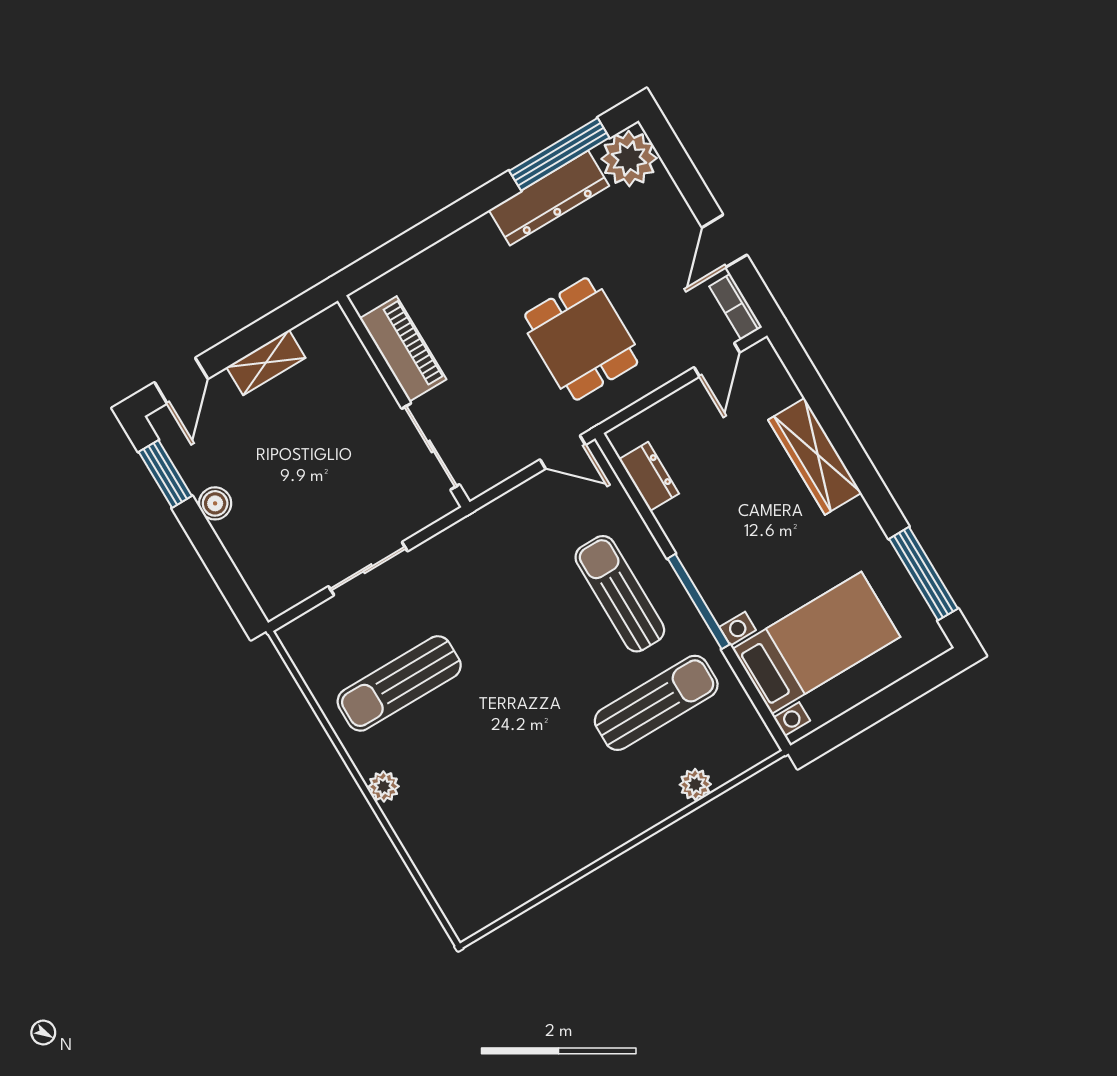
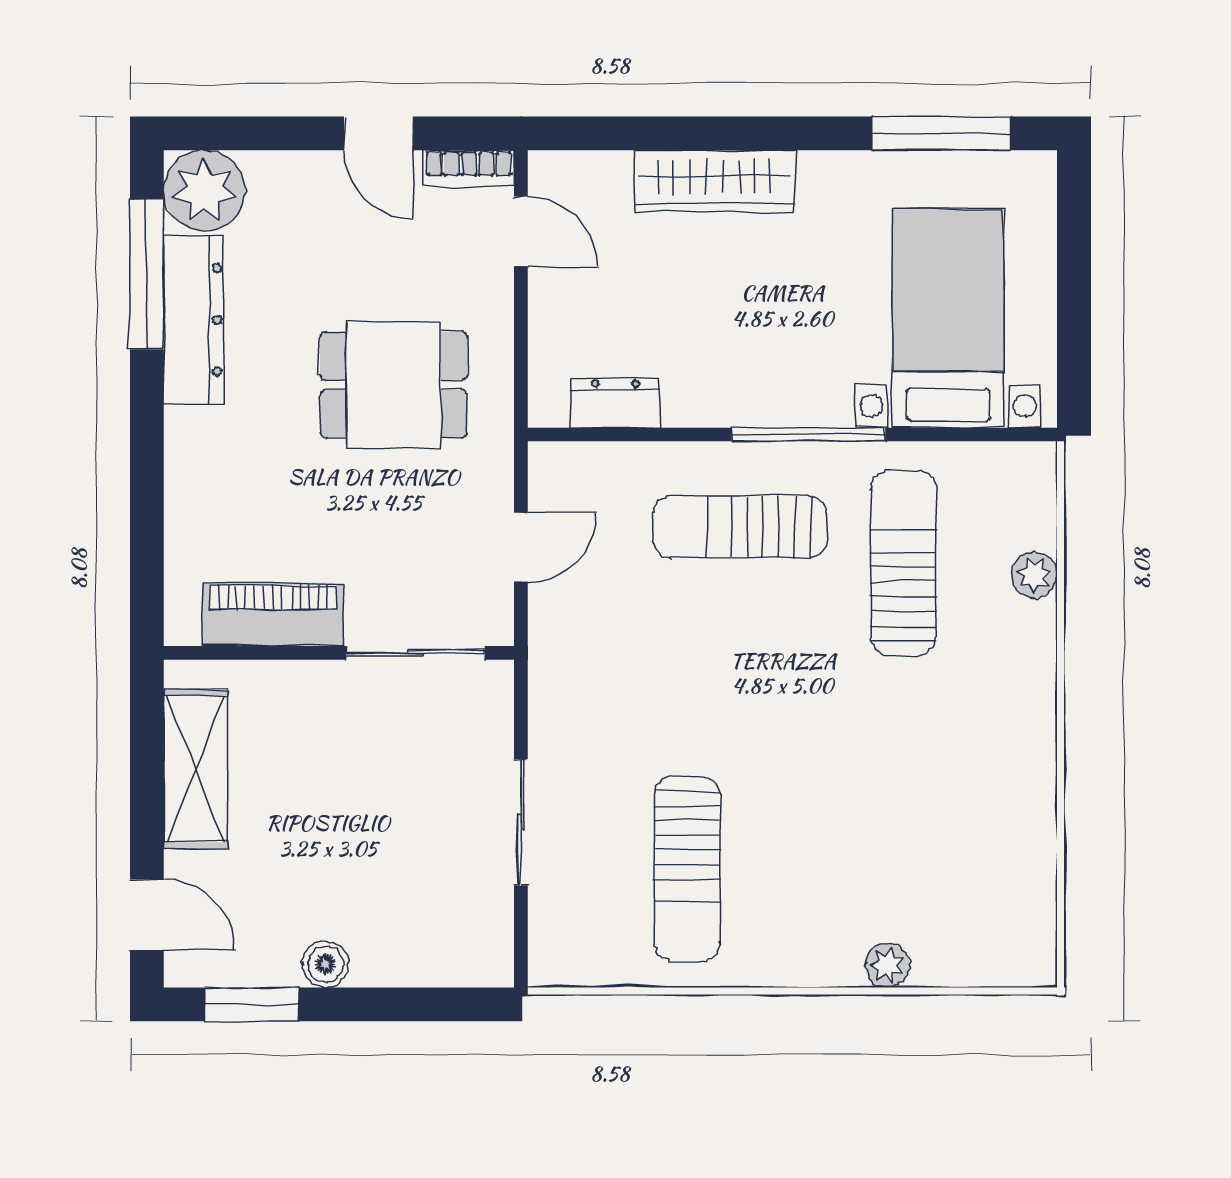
shelving: (266, 362) -> (196, 769), width x1.50, depth x1.33
door: (563, 452) -> (521, 547), moved
plant: (384, 787) -> (887, 965), moved

